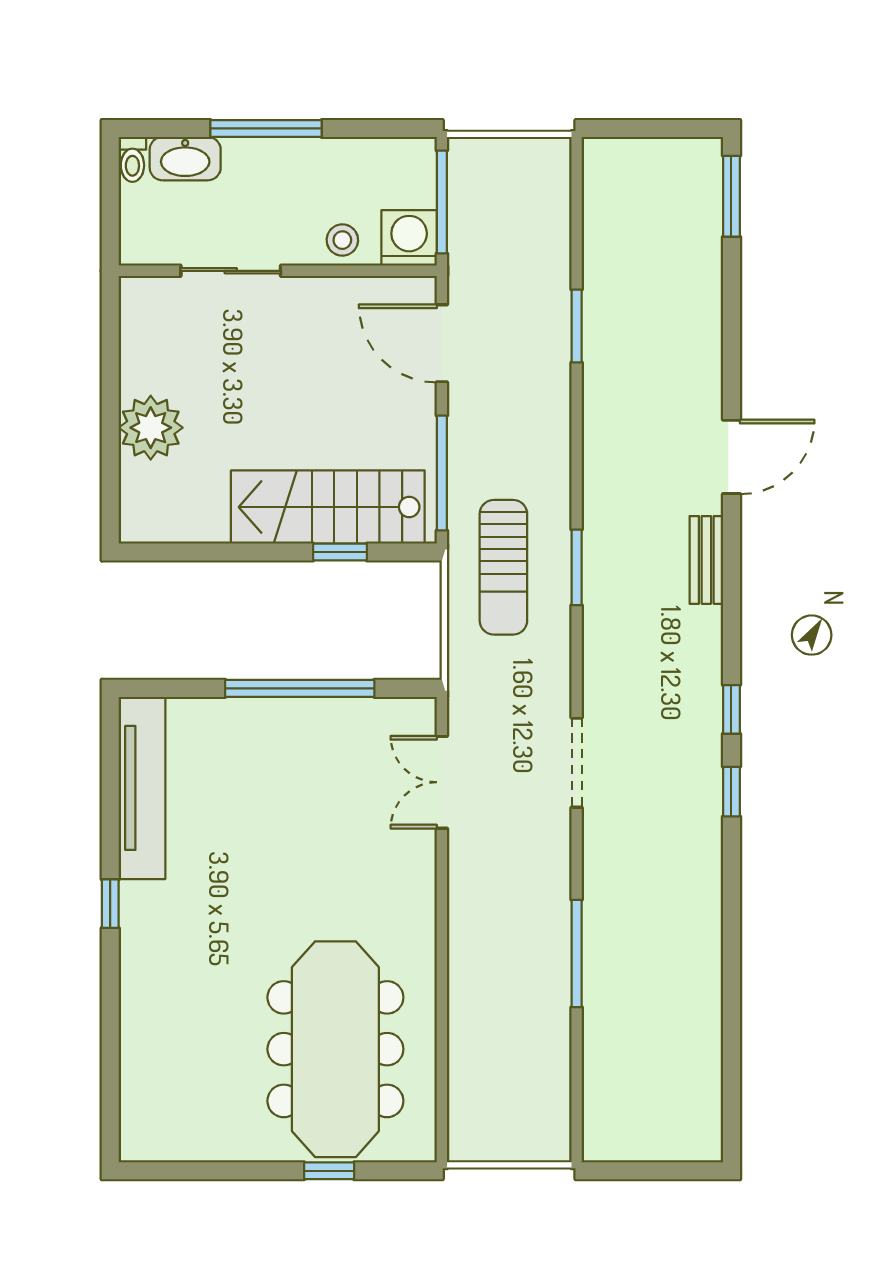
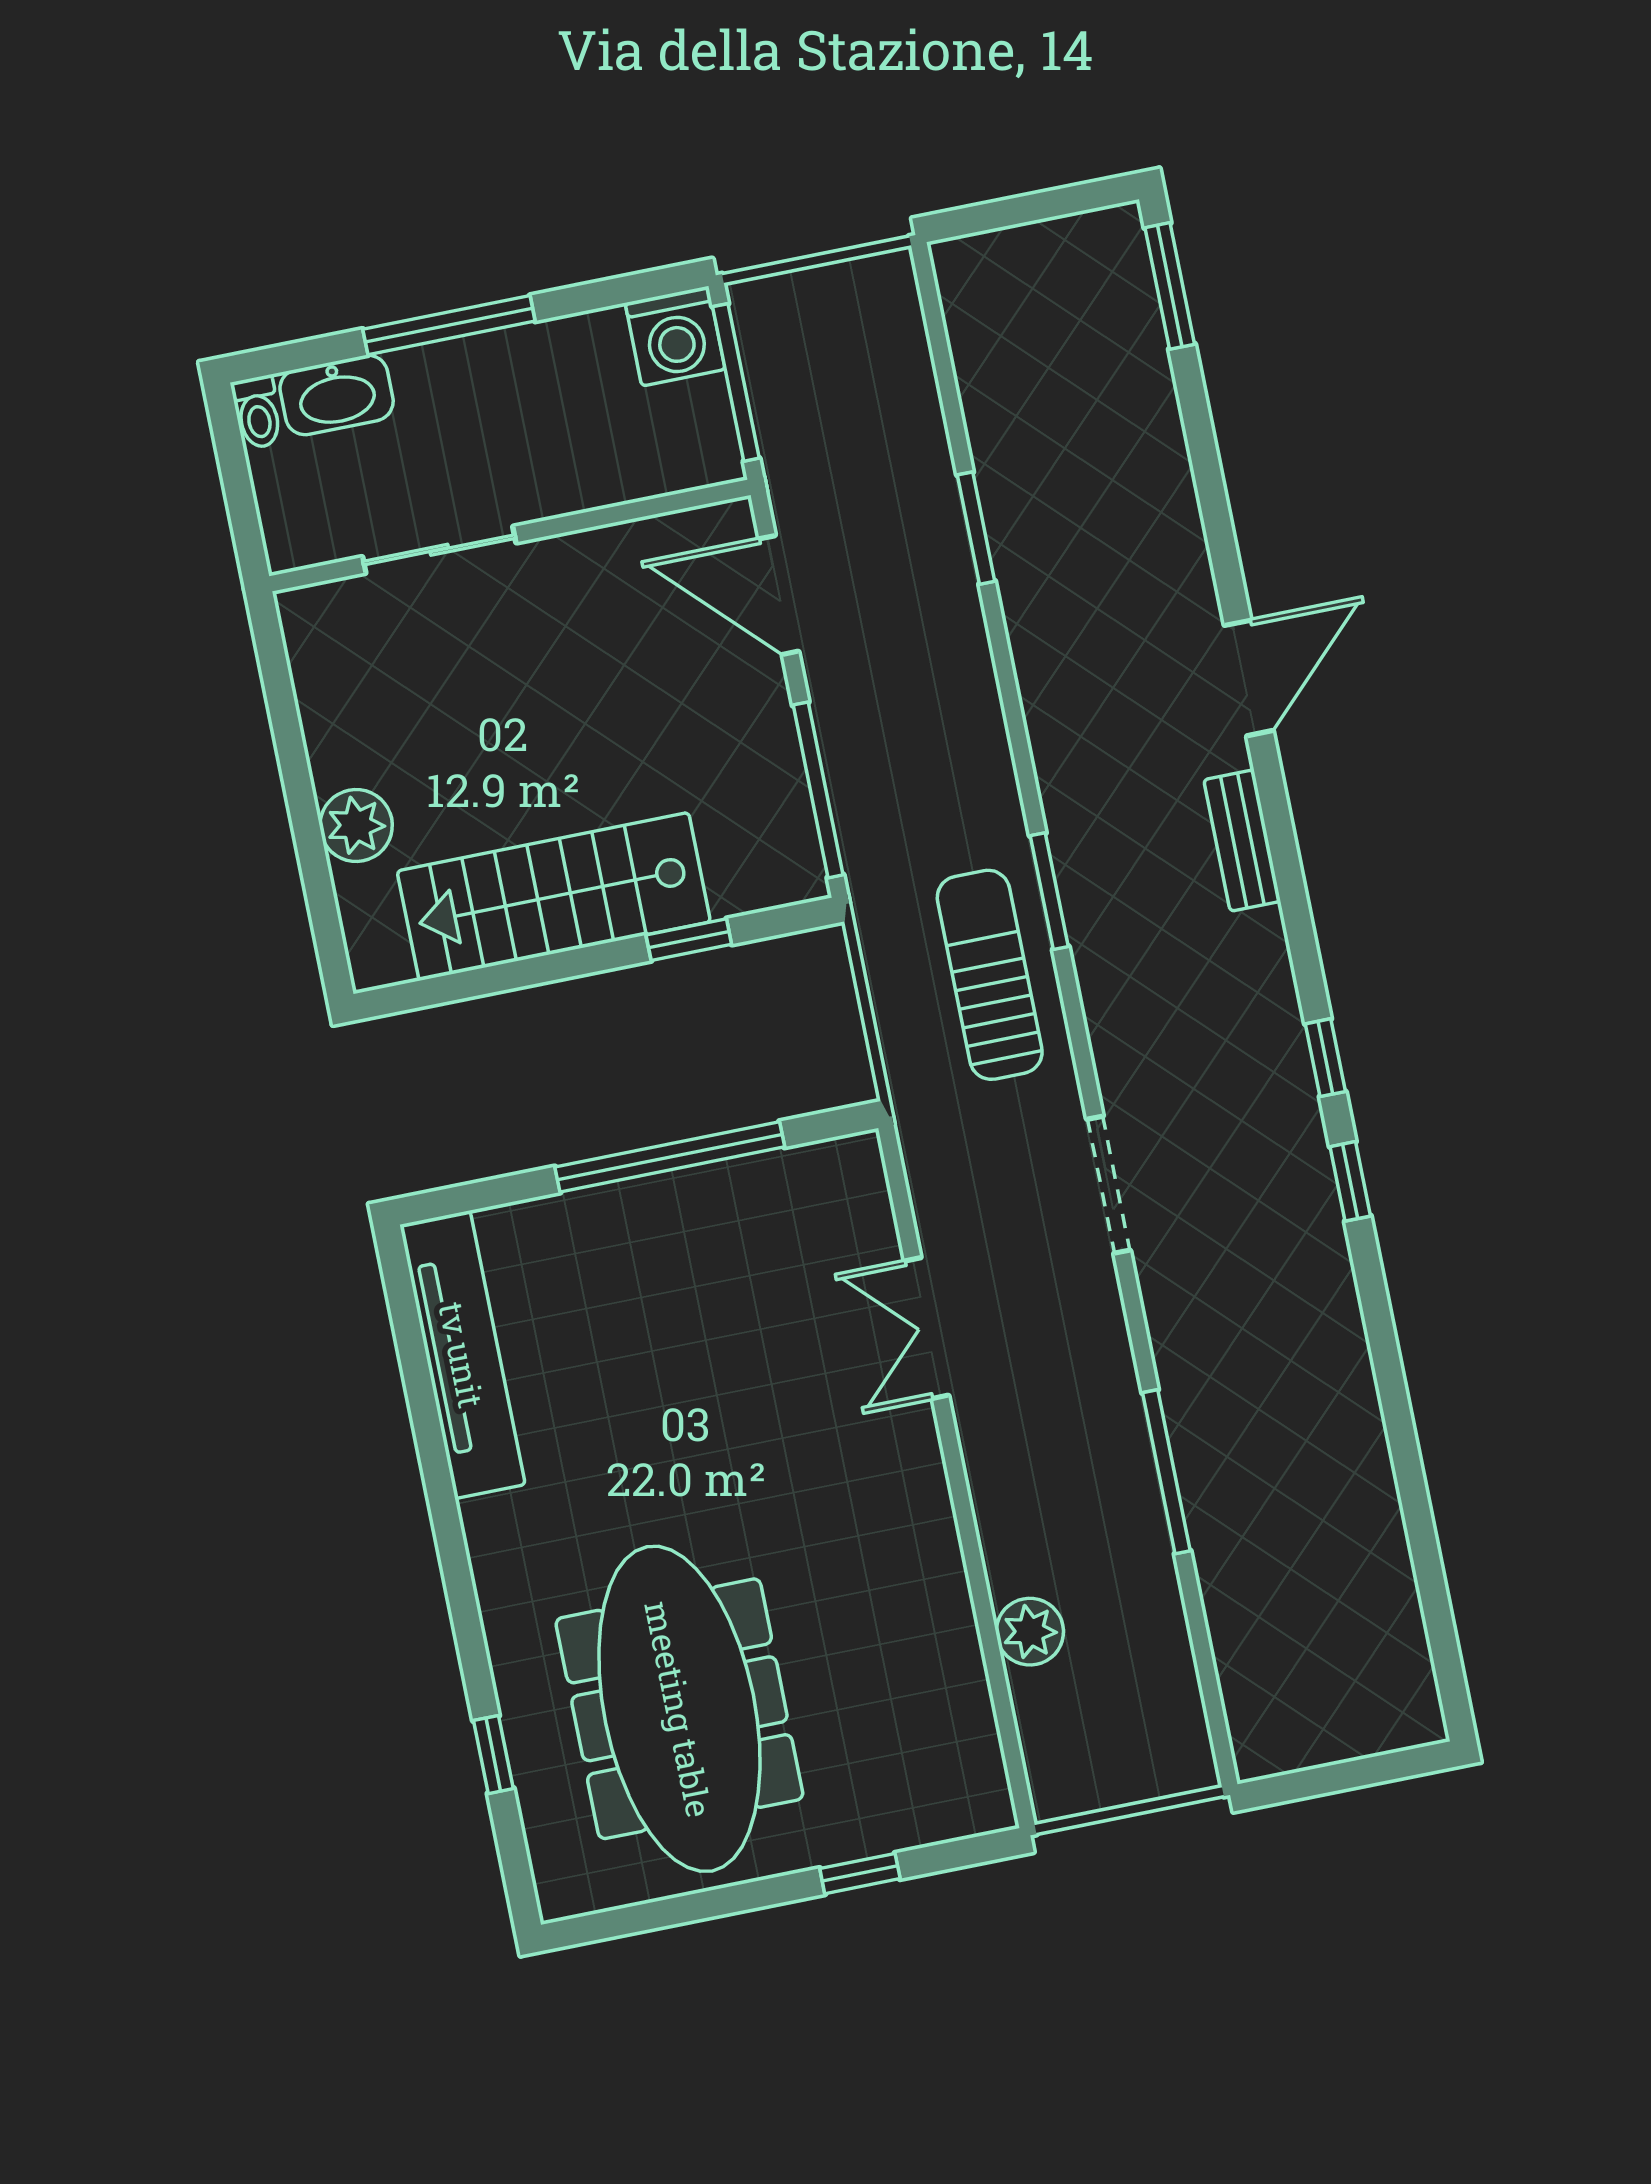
washing machine: (409, 238) -> (675, 336), moved, turned 180
stool: (342, 240) -> (598, 470), removed
plant: (151, 428) -> (356, 825), width x0.73, depth x0.73
stairs: (328, 507) -> (554, 896), moved
sun lounger: (503, 567) -> (990, 975), moved, turned 180
double door: (442, 782) -> (927, 1328), moved
window: (110, 904) -> (493, 1755), moved
plant: (469, 1038) -> (1030, 1632), added
meeting table: (335, 1049) -> (679, 1709), moved

